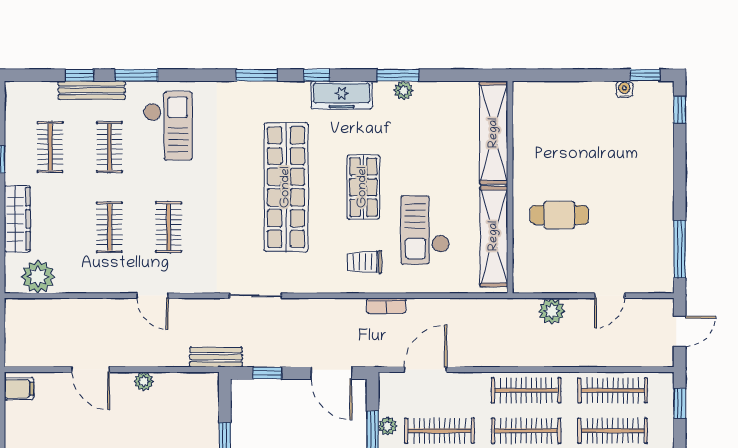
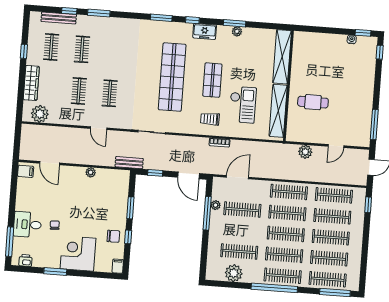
bench: (92, 90) -> (59, 18), moved
freezer: (342, 95) -> (205, 31), width x0.71
checkout: (168, 126) -> (113, 41), removed
checkout: (425, 230) -> (243, 105), turned 180
door: (91, 370) -> (50, 163), moved

